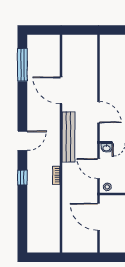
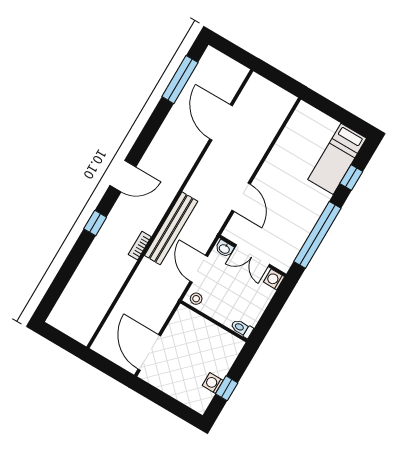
door: (61, 90) -> (221, 122), moved
bench: (68, 137) -> (171, 228), moved
door: (99, 217) -> (149, 352), moved

